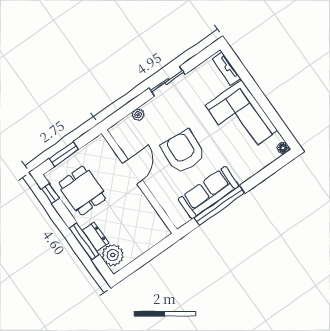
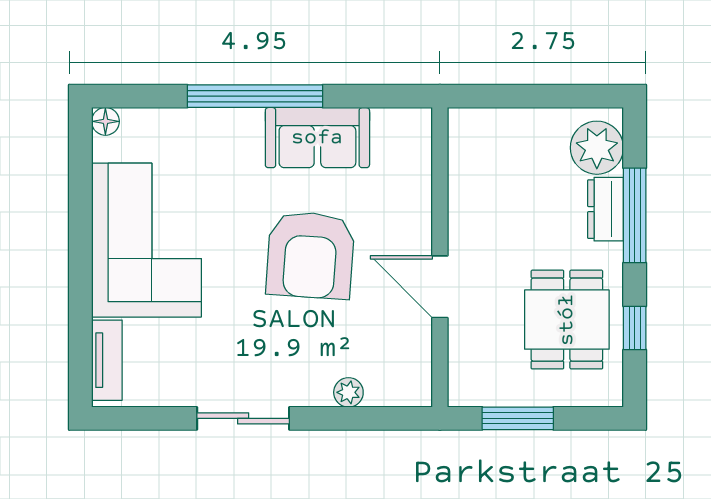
window: (64, 154) -> (518, 418), moved
door: (132, 172) -> (440, 287), hinge flipped
sofa: (208, 193) -> (317, 138), width x0.73
window: (50, 194) -> (635, 328), moved
window: (219, 206) -> (255, 96), moved

